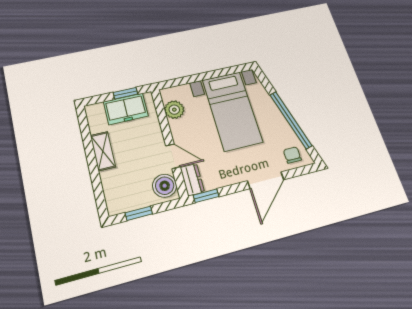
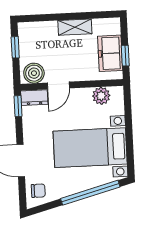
window: (291, 120) -> (90, 193), moved

